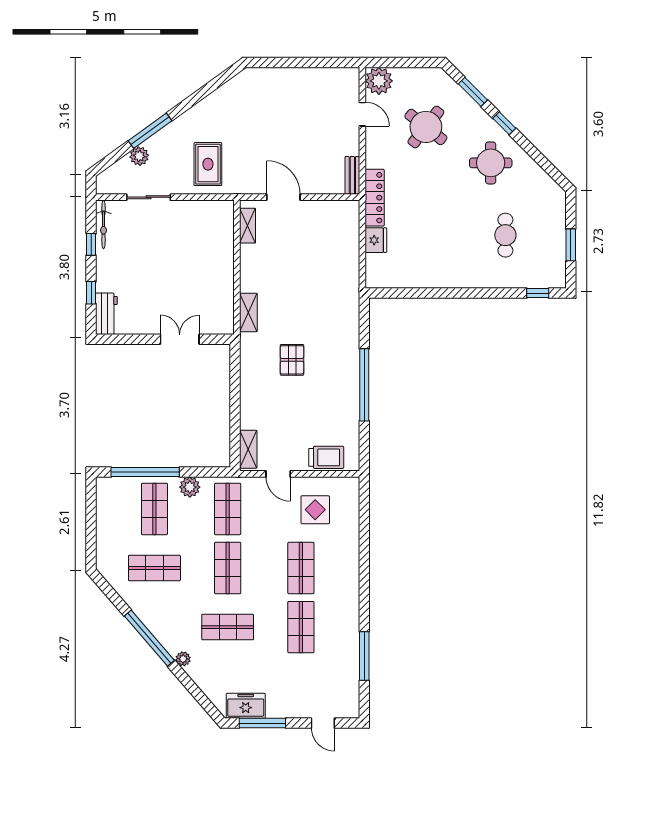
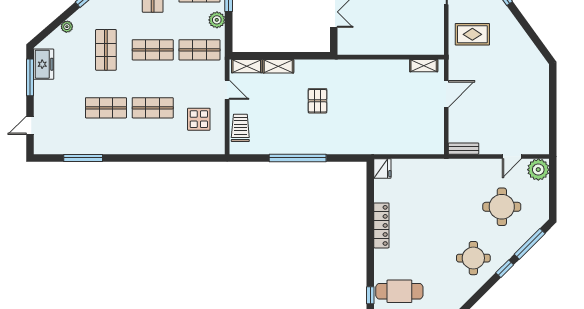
window: (473, 92) -> (530, 244), width x1.44
round table: (426, 127) -> (502, 207), turned -38
locker: (375, 198) -> (381, 225), moved, turned -90
cafe table: (505, 235) -> (399, 291), moved, width x1.37, depth x1.35
fridge: (376, 240) -> (382, 169), moved, turned -90
shelving: (248, 312) -> (278, 66), moved
pallet: (292, 360) -> (317, 101), turned 90
trolley: (326, 457) -> (240, 128), turned 180
door: (278, 474) -> (227, 90), swing flipped
plant: (183, 659) -> (67, 27), moved

